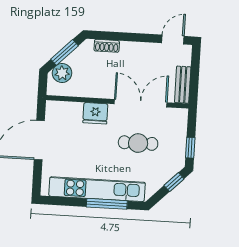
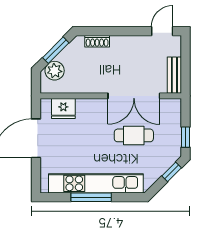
double door: (141, 103) -> (134, 96), swing flipped
fridge: (95, 113) -> (63, 109), moved
window: (107, 204) -> (91, 197), moved

